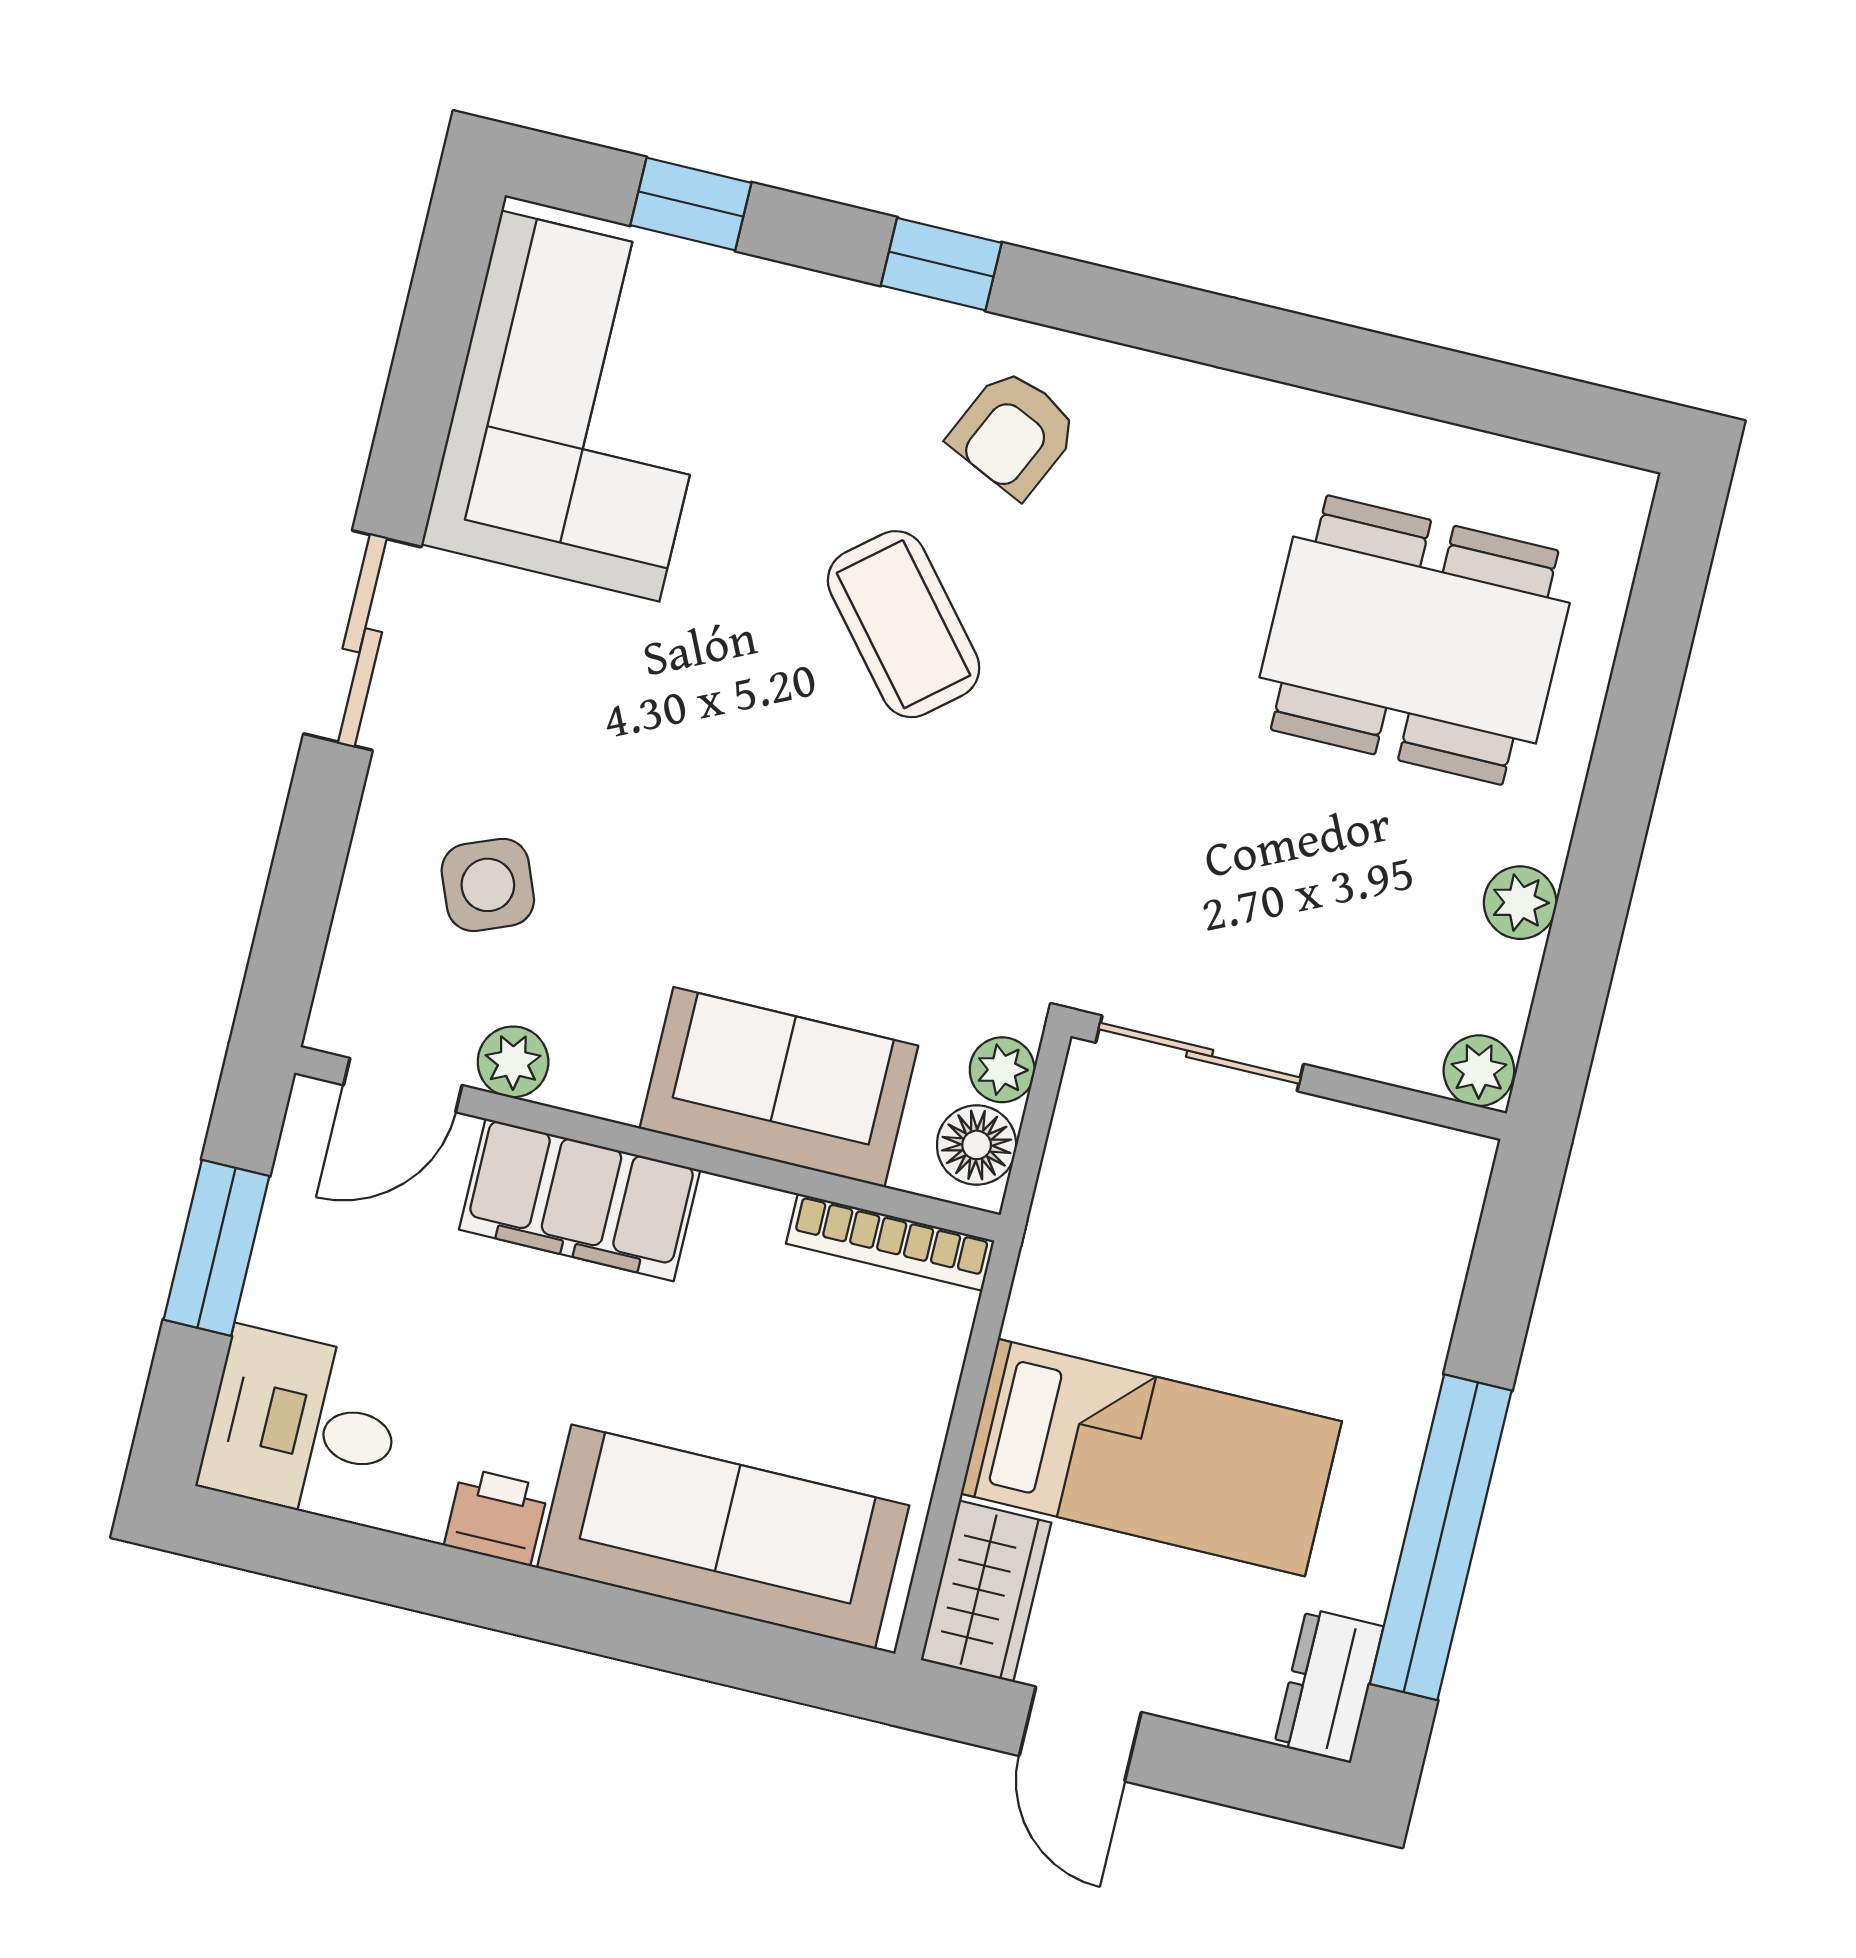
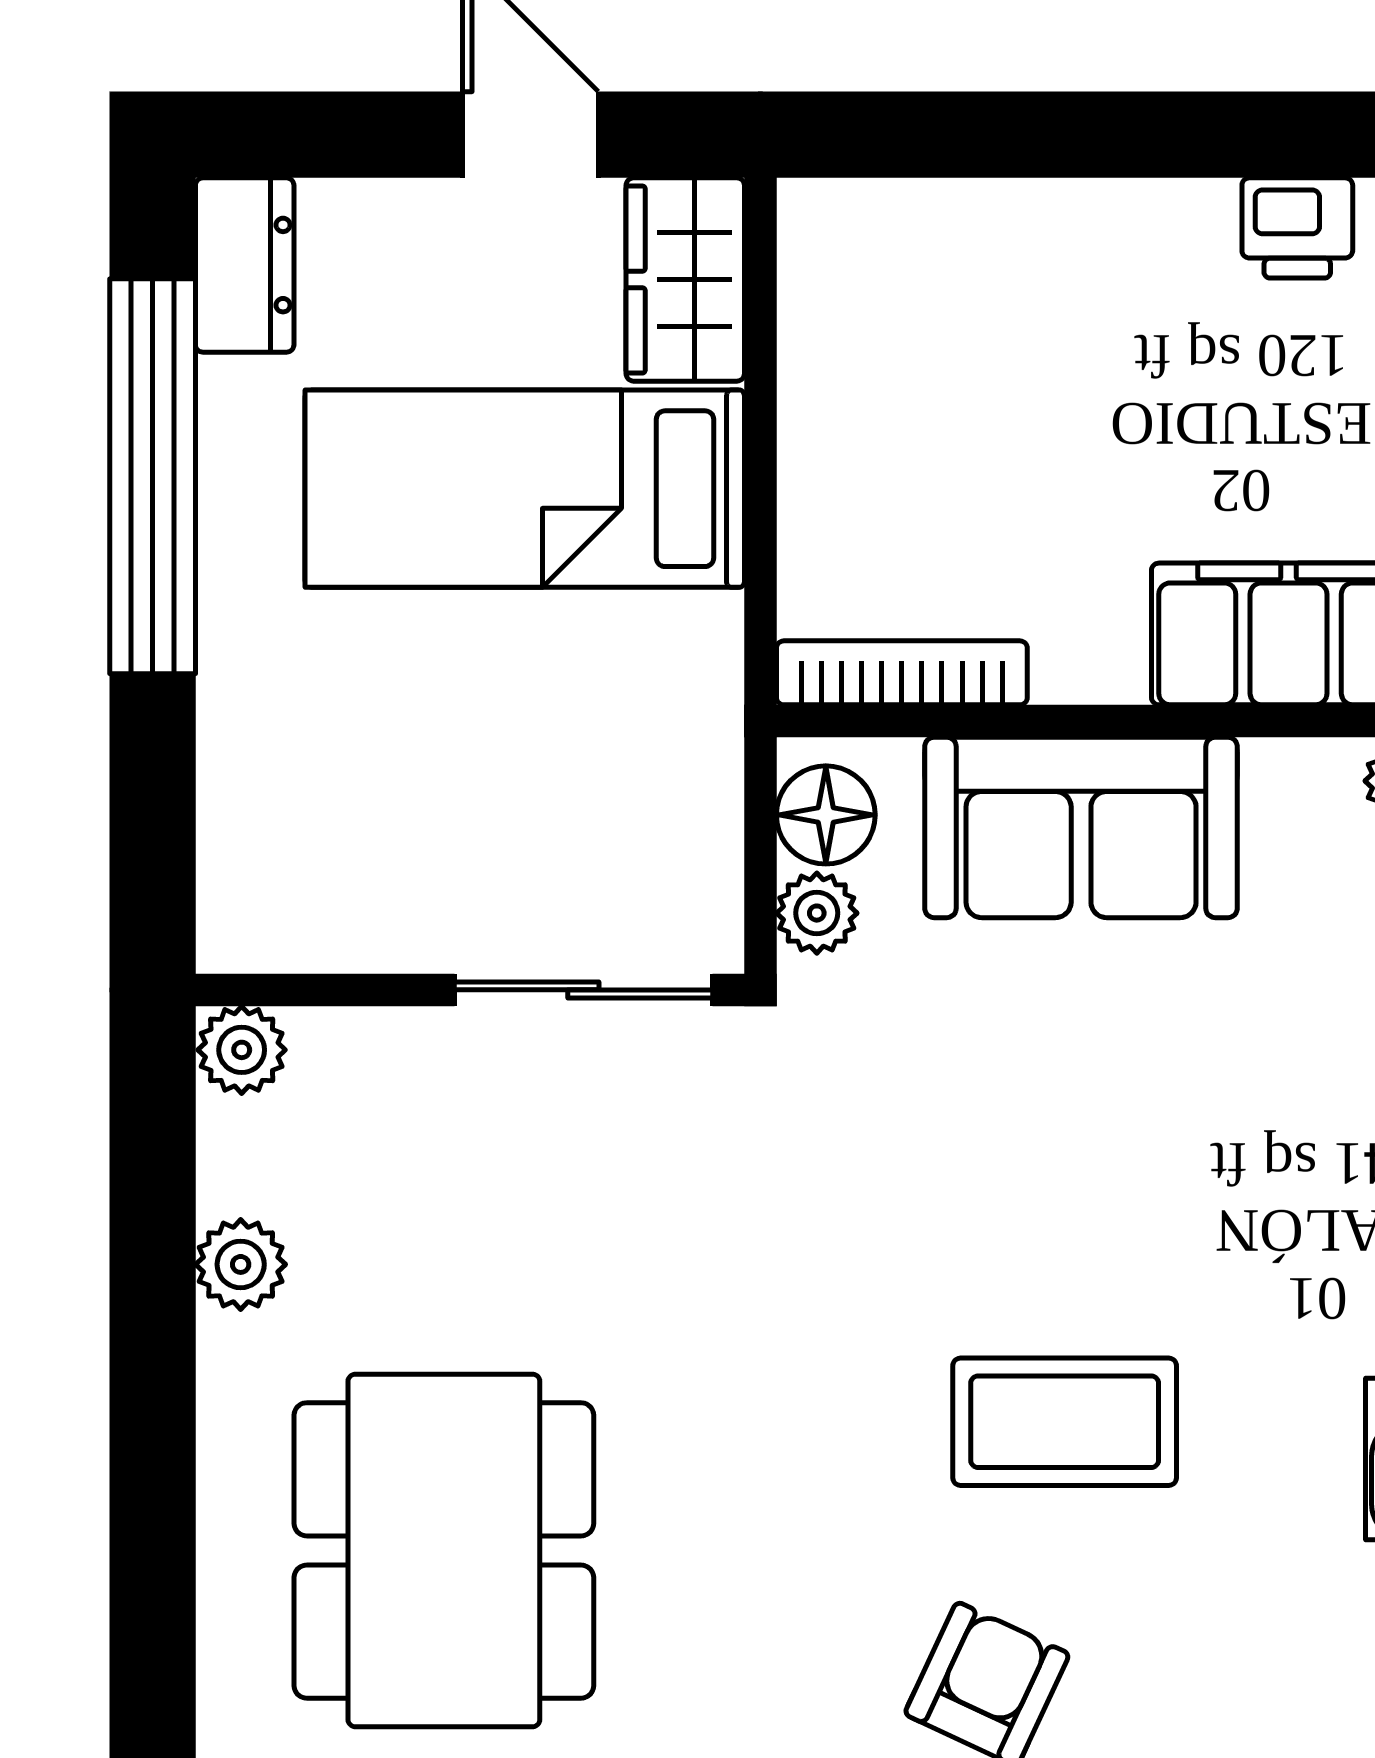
coffee table: (904, 624) -> (1065, 1422), turned -50
dining table: (1415, 640) -> (444, 1550), turned 90
sofa: (723, 1537) -> (1018, 269), removed

